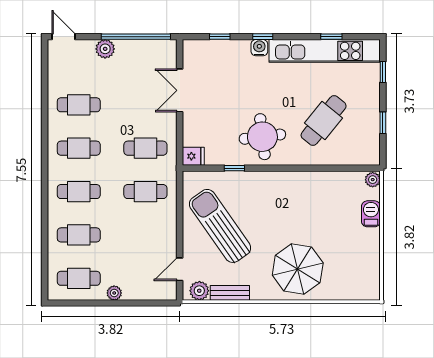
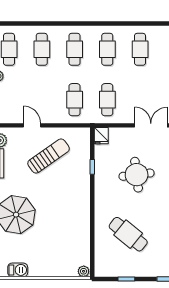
round table: (262, 137) -> (137, 175), moved
barbecue: (371, 214) -> (18, 270), moved
sun lounger: (220, 226) -> (49, 156), width x0.73, depth x0.75
door: (180, 269) -> (32, 125), moved

